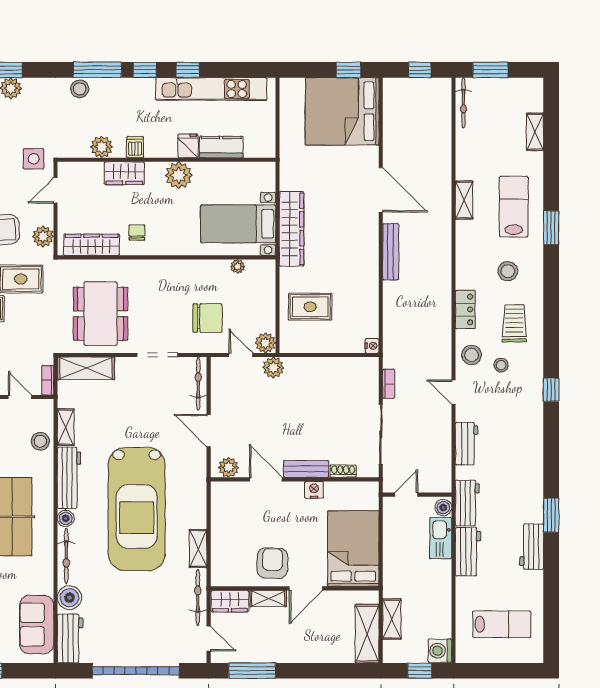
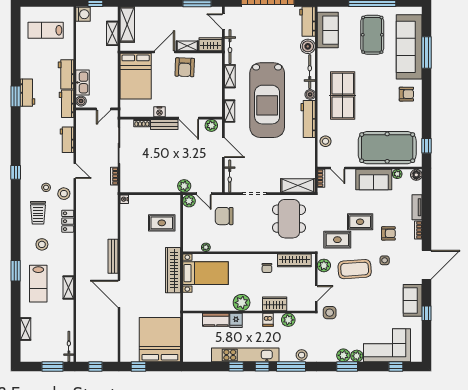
kitchen unit: (211, 89) -> (245, 355), moved
bed: (342, 111) -> (160, 340), moved, turned -90
shelving: (66, 427) -> (230, 111), moved
car: (137, 509) -> (267, 100), turned 180
workbench: (532, 547) -> (27, 93), moved

